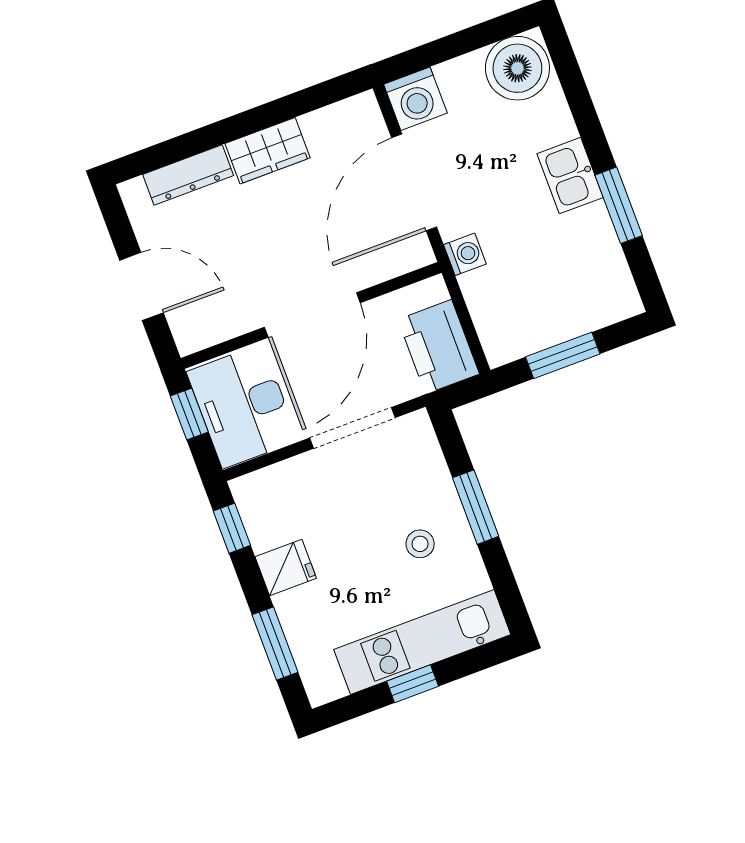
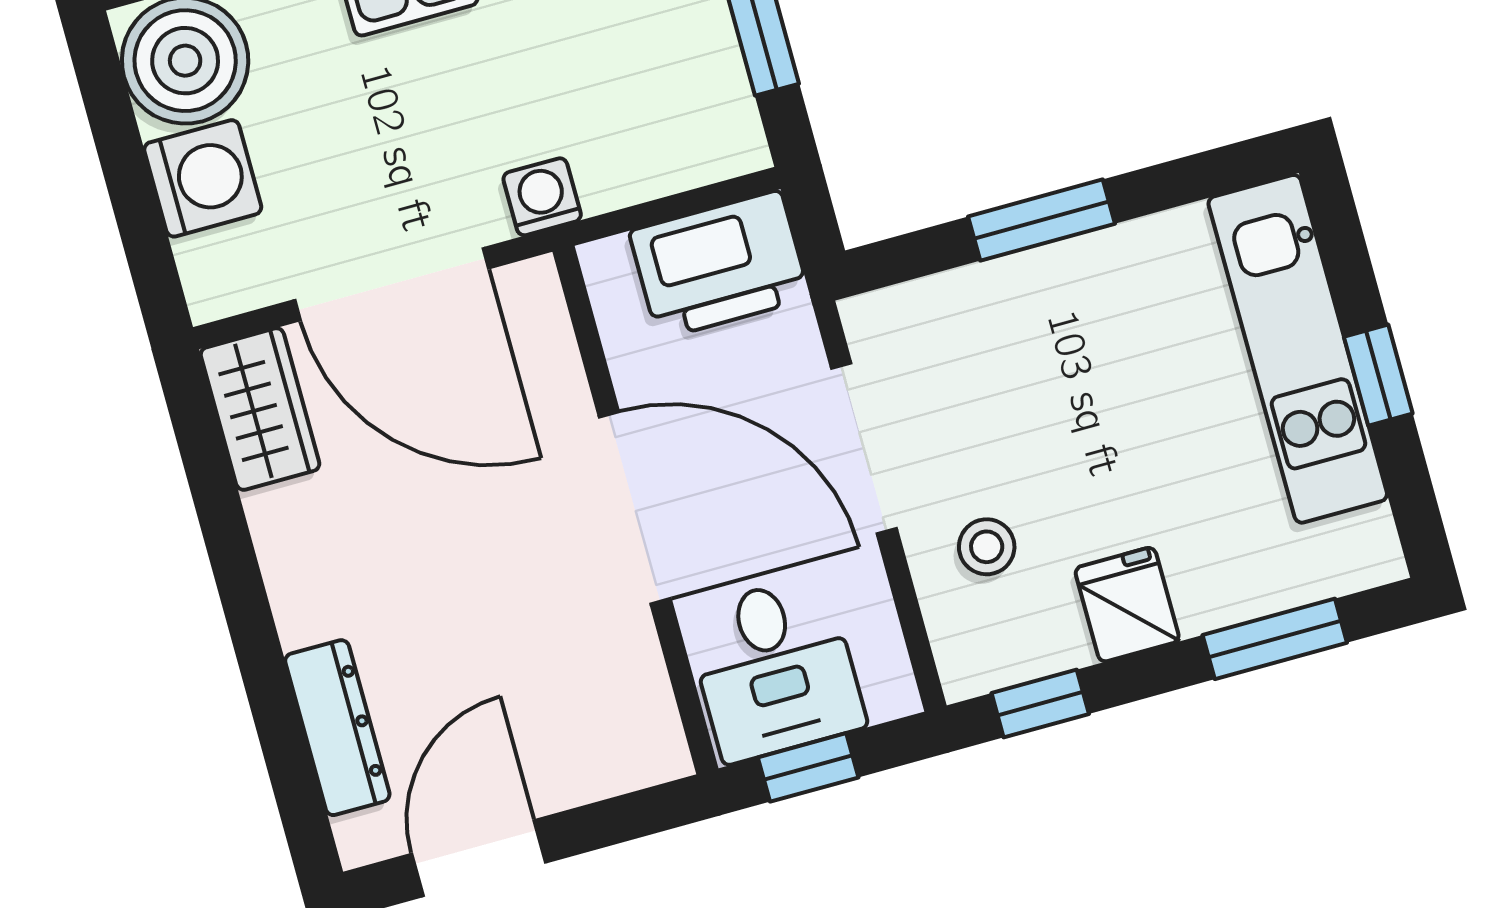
washing machine: (415, 99) -> (203, 178), moved
wardrobe: (268, 151) -> (260, 409), moved
door: (142, 286) -> (479, 858), moved
desk: (242, 406) -> (775, 669), width x0.73
stool: (420, 544) -> (987, 547), moved

